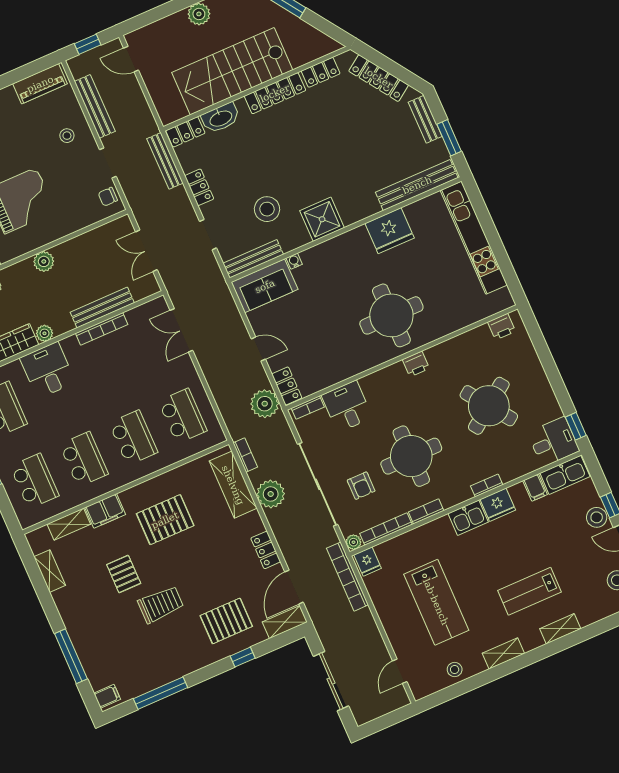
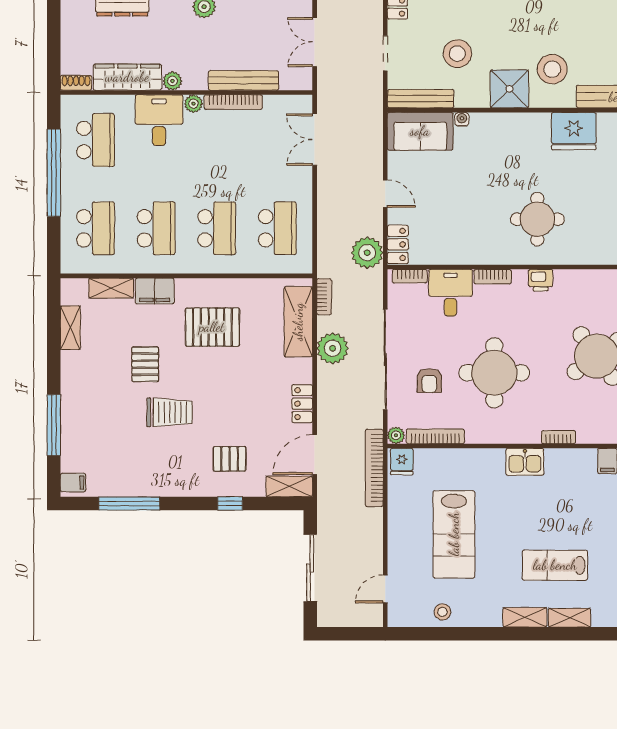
stool: (350, 188) -> (552, 69), added
round table: (391, 315) -> (537, 219), width x0.73, depth x0.73
plant: (70, 344) -> (193, 104), added
fridge: (498, 505) -> (561, 462), removed
bookcase: (426, 511) -> (493, 277), moved, turned 180
pallet: (226, 621) -> (230, 459), width x0.67, depth x0.71
shelving: (503, 653) -> (525, 617), moved

